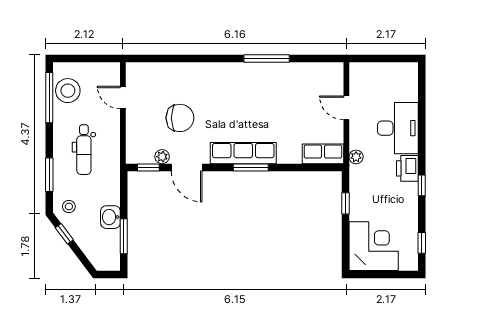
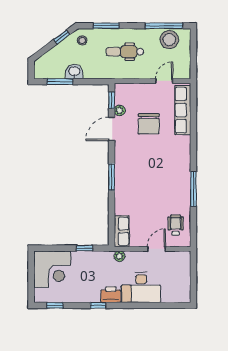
wheelchair: (315, 82) -> (176, 225), added
row of seats: (243, 153) -> (183, 110), moved, turned 180

